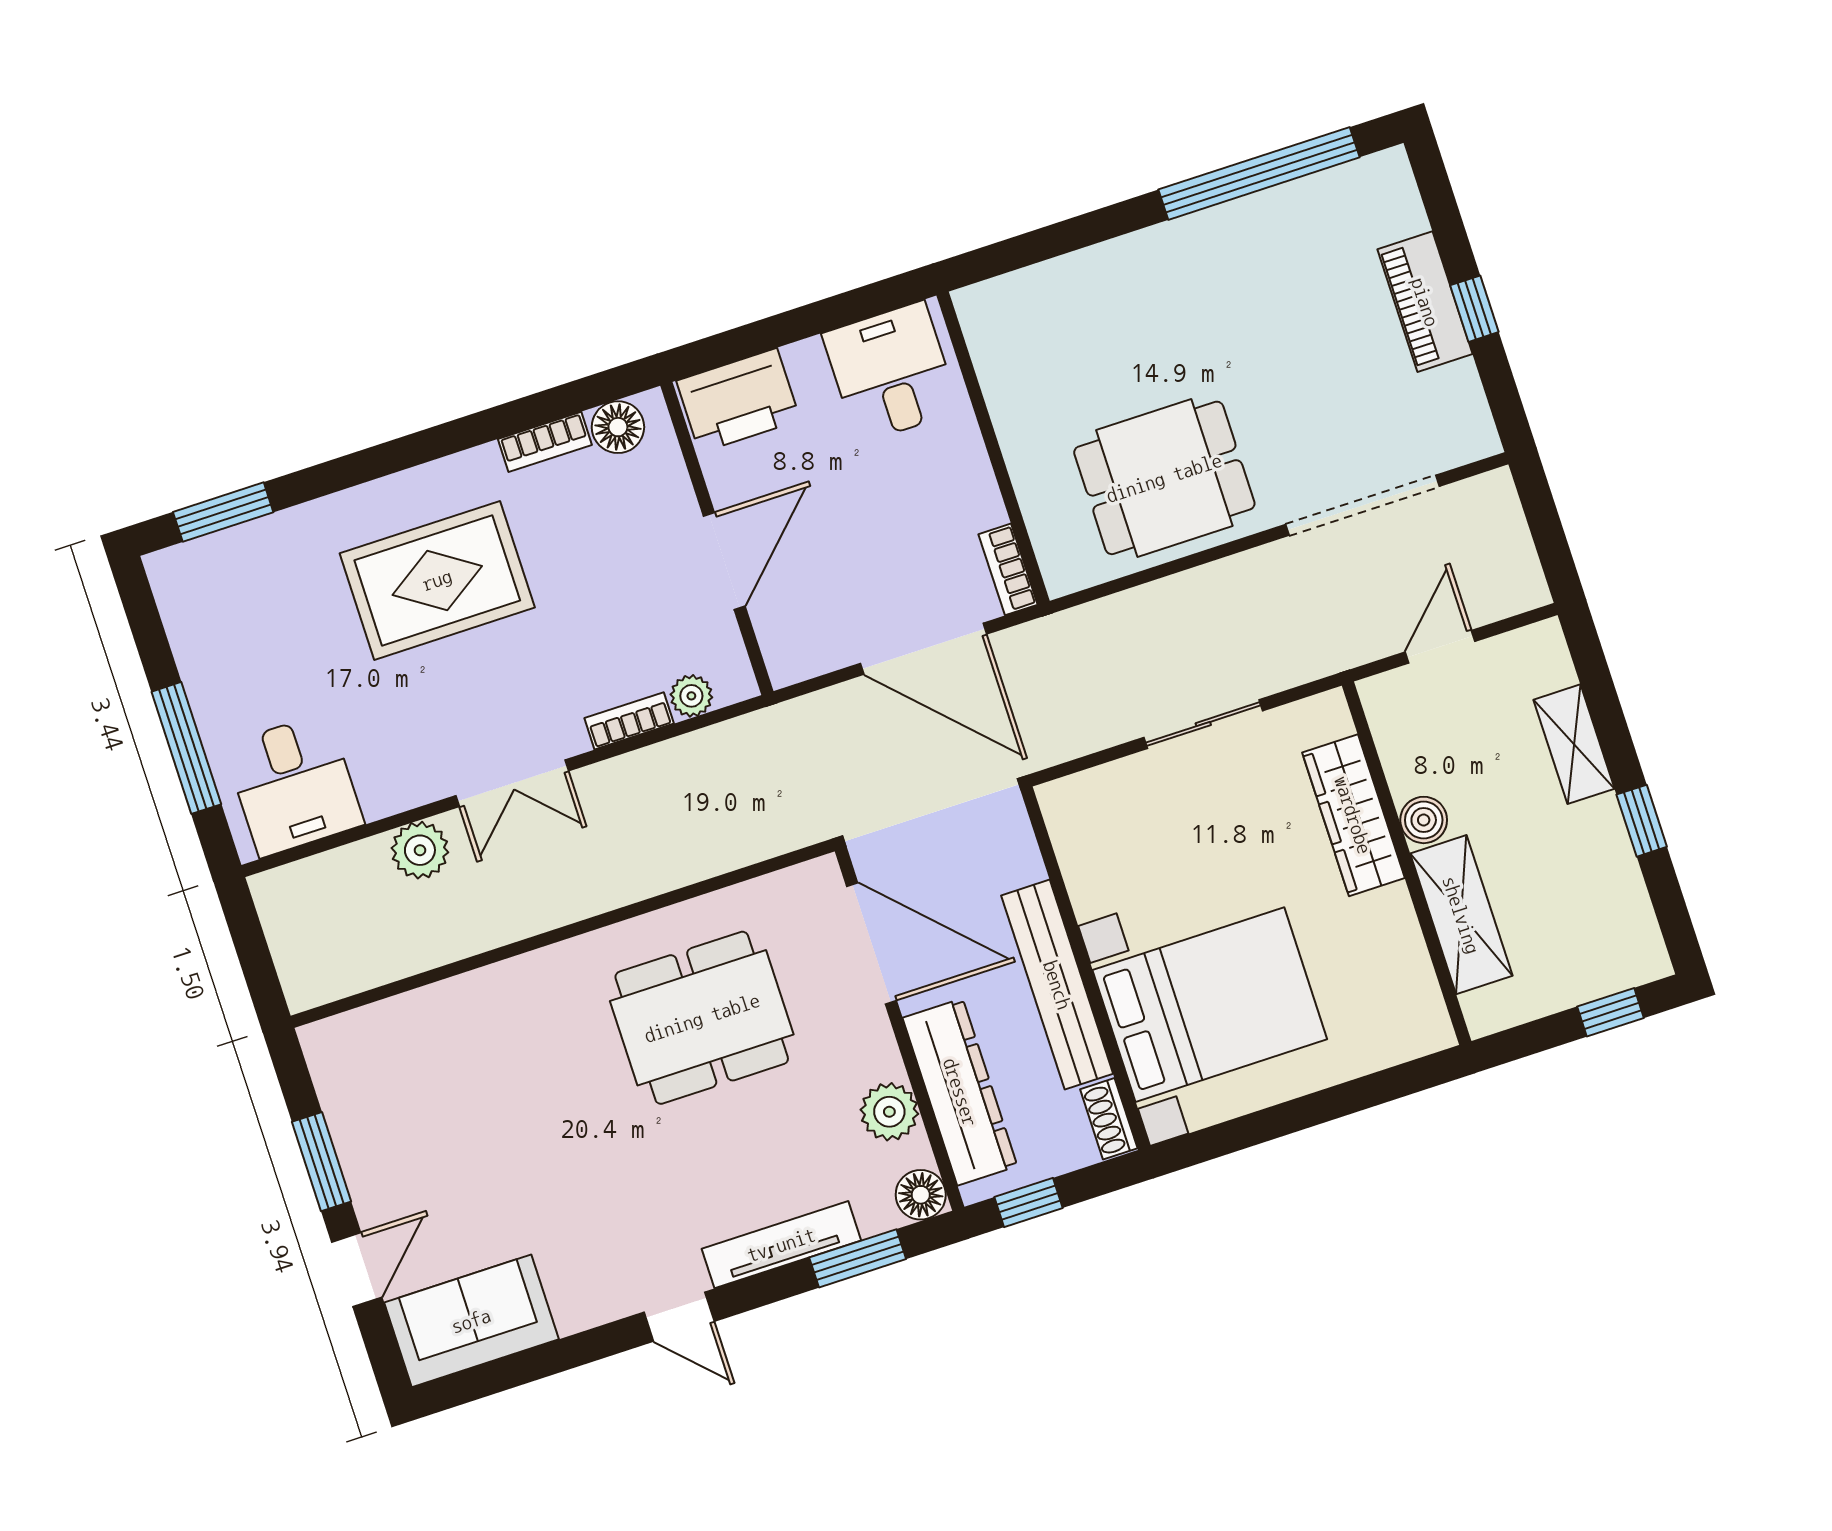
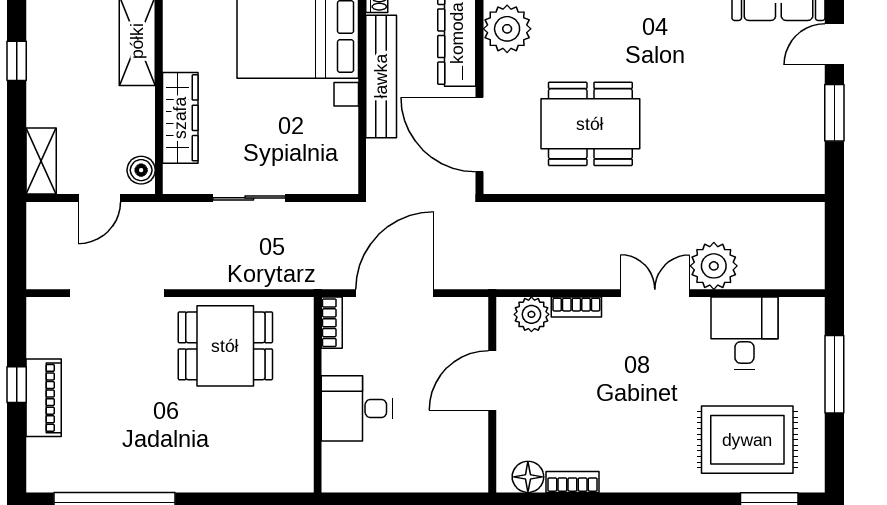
desk: (891, 372) -> (357, 408), moved, turned 90
printer: (738, 400) -> (454, 470), removed
rug: (437, 580) -> (747, 440), moved
door: (923, 649) -> (395, 293), hinge flipped
plant: (691, 696) -> (531, 314), width x1.38, depth x1.38
shelving: (1574, 744) -> (41, 161), moved
desk: (294, 785) -> (744, 333), moved
boiler: (1424, 820) -> (141, 170), moved
plant: (420, 850) -> (714, 266), width x1.36, depth x1.36
plant: (889, 1112) -> (507, 29), width x1.36, depth x1.36

